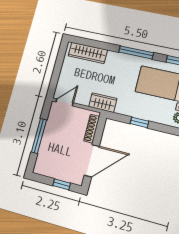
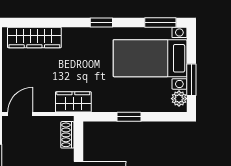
window: (136, 52) -> (101, 23), width x0.46
shoe rack: (92, 129) -> (67, 135), width x0.70

